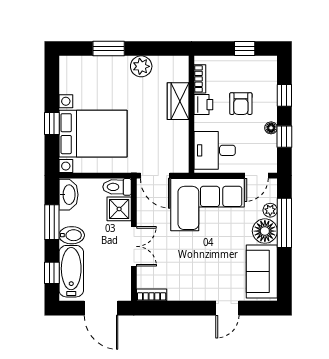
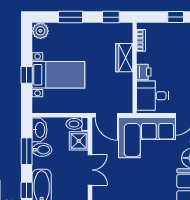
window: (161, 49) -> (111, 17), added
plant: (141, 66) -> (40, 31), moved
armchair: (241, 104) -> (173, 60), removed
printer: (203, 105) -> (144, 72), moved
bed with nightstands: (93, 134) -> (58, 75), width x0.73
bidet: (72, 235) -> (42, 150), moved

